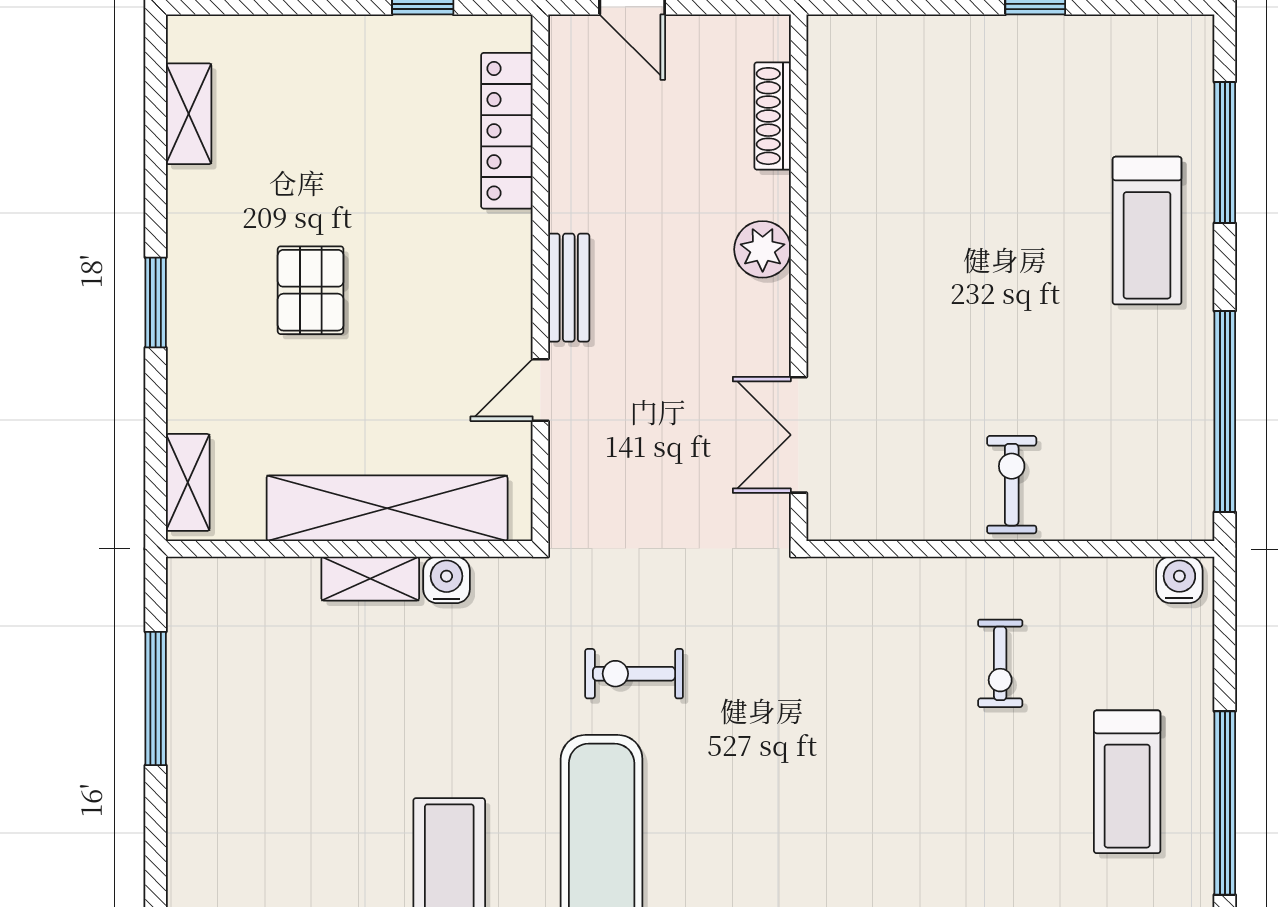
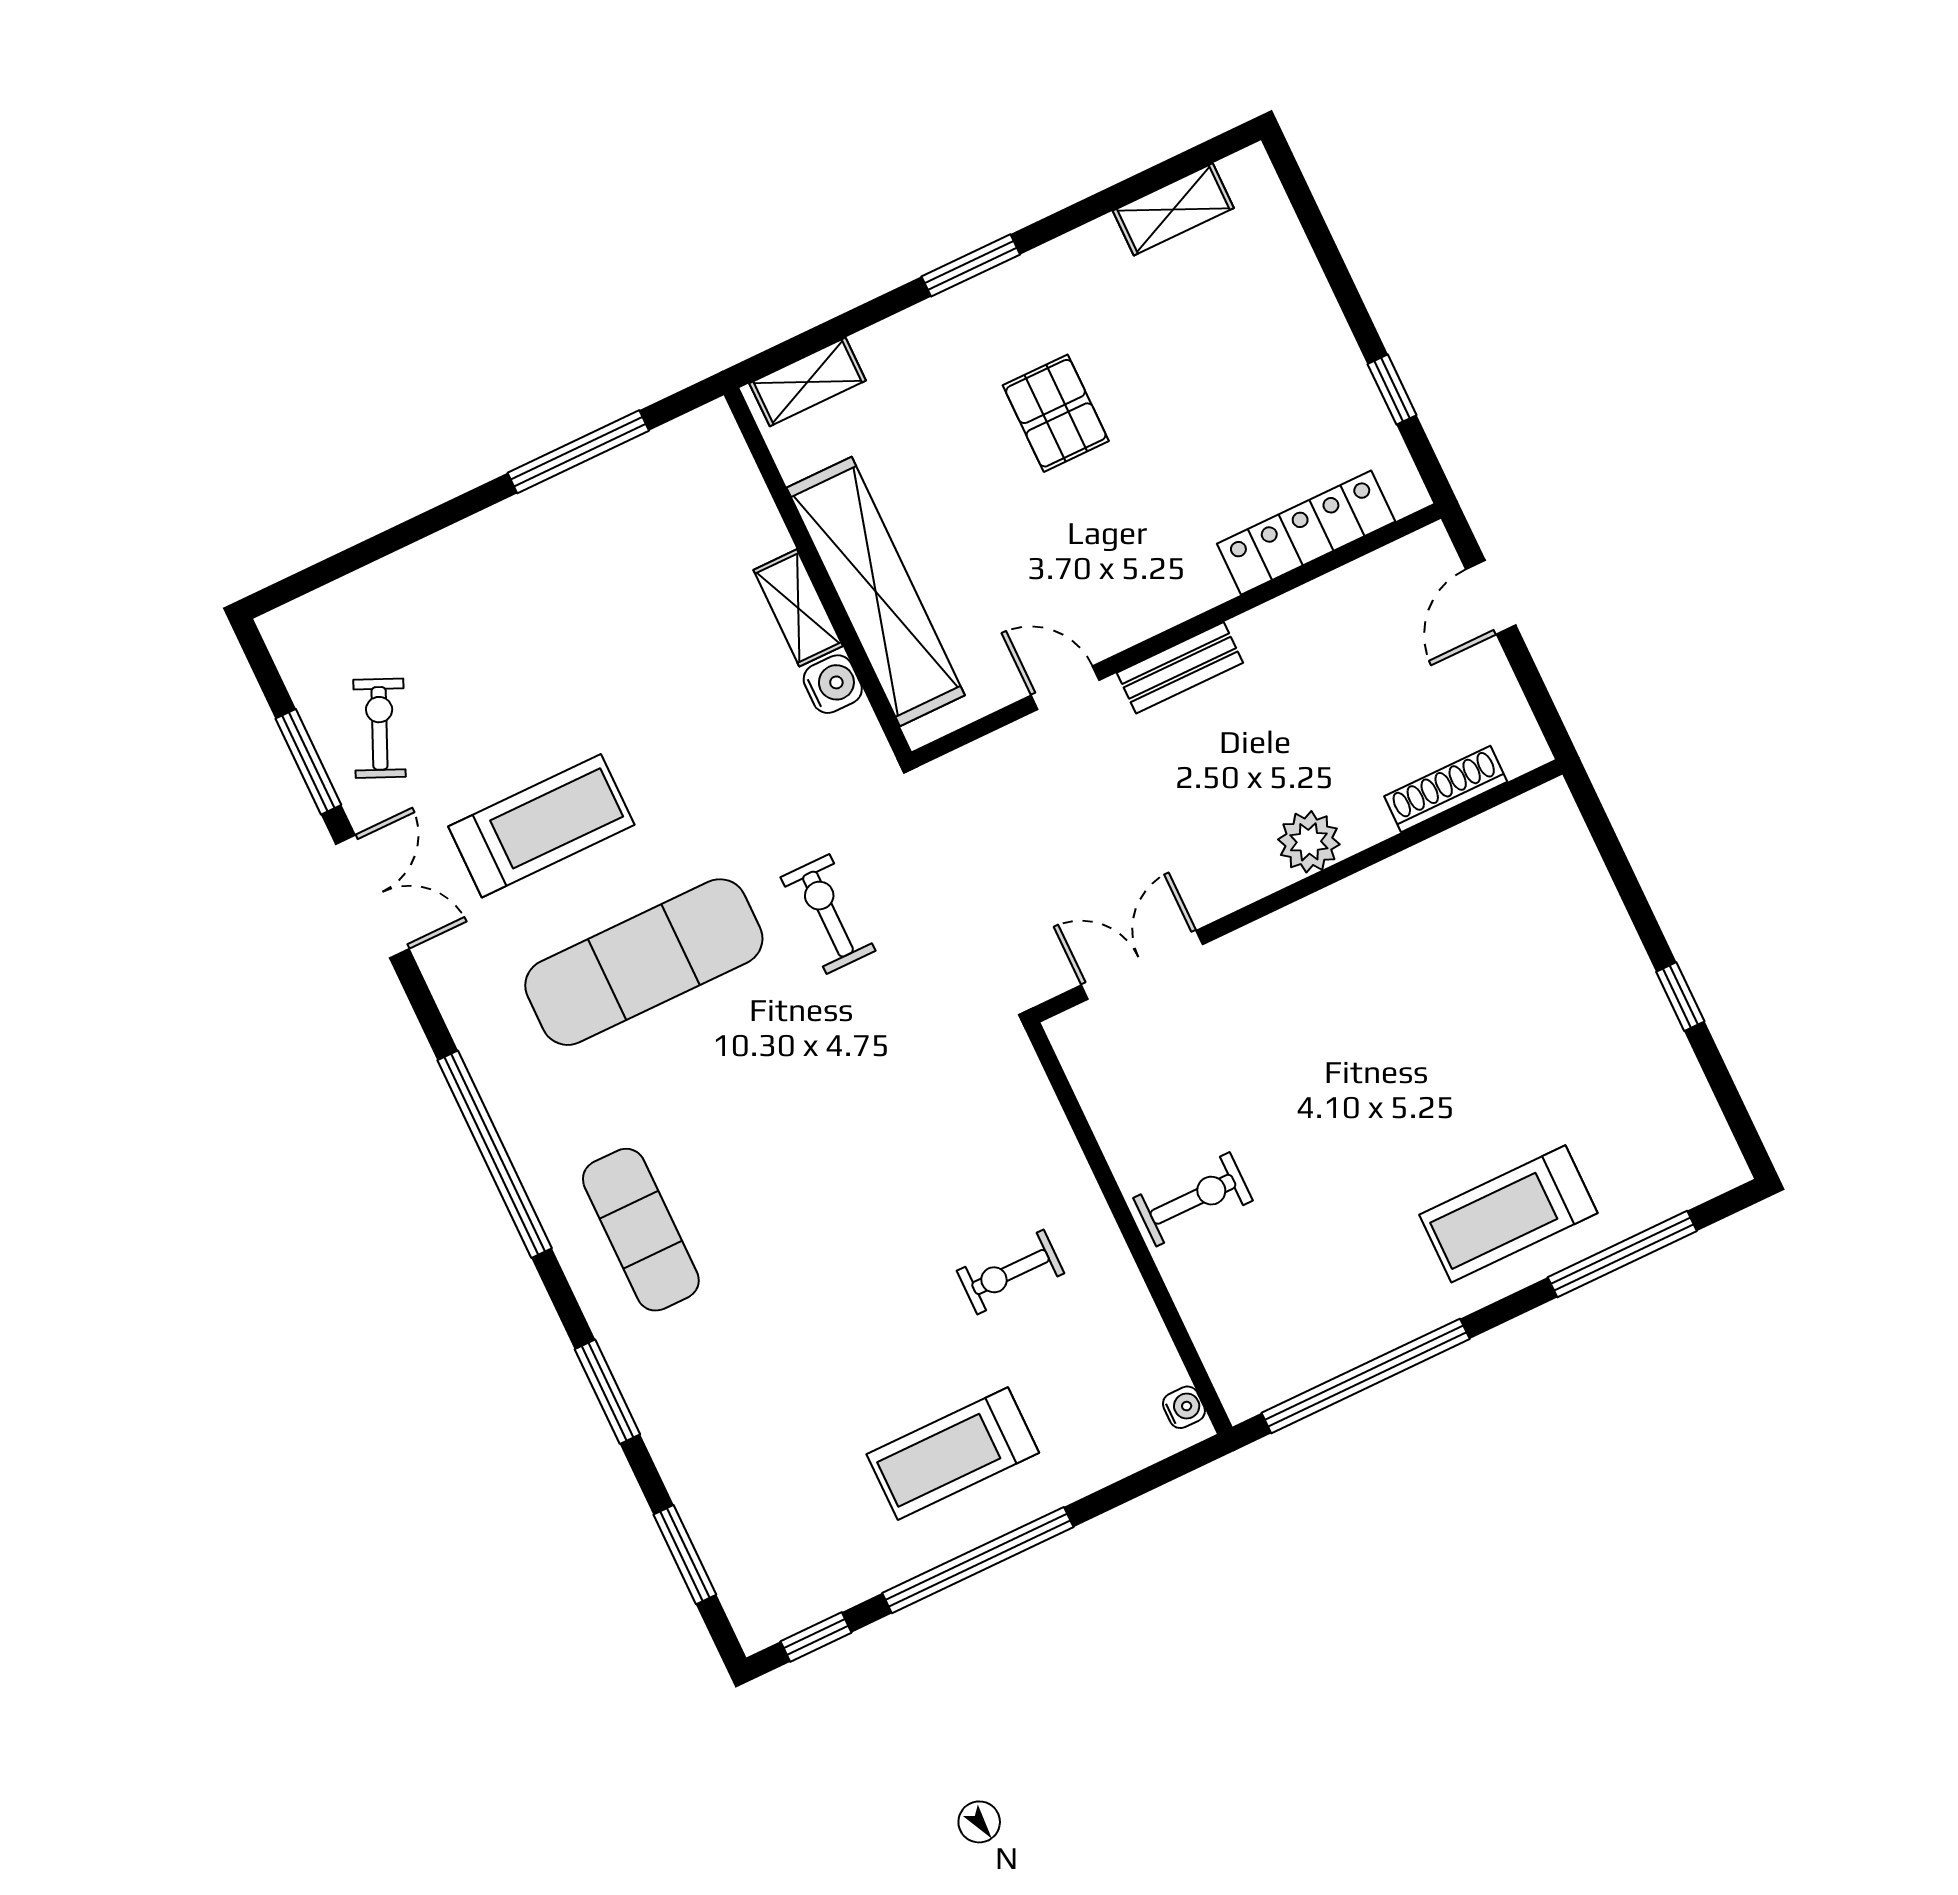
pallet: (311, 290) -> (1056, 413), turned 90
water cooler: (1179, 580) -> (1184, 1407), width x0.72, depth x0.72

